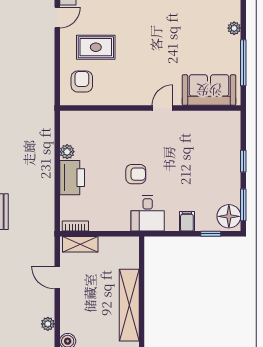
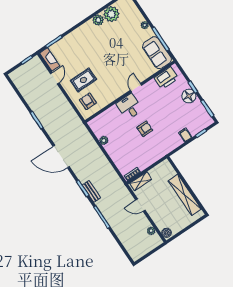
sofa: (209, 90) -> (157, 53), moved, turned -90
printer: (72, 178) -> (166, 78), moved, turned 90
desk: (148, 213) -> (129, 107), moved, turned 180
floor lamp: (229, 216) -> (189, 96), moved

